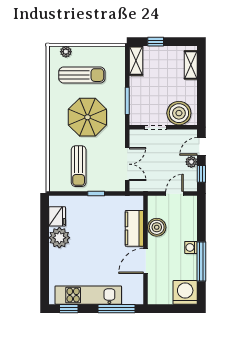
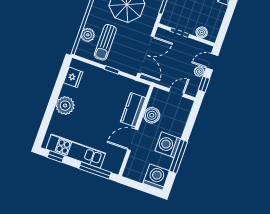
boiler: (179, 113) -> (202, 32), width x0.54, depth x0.54
double door: (127, 164) -> (146, 55), width x1.37
plant: (57, 165) -> (88, 35), added
plant: (59, 238) -> (65, 106), moved
washing machine: (191, 247) -> (168, 145), width x1.89, depth x1.89

